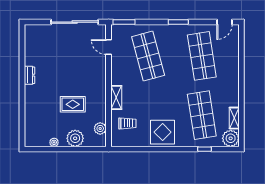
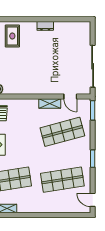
door: (109, 47) -> (70, 97), swing flipped
shelving: (116, 98) -> (50, 103), moved
rug: (73, 104) -> (12, 36), moved

